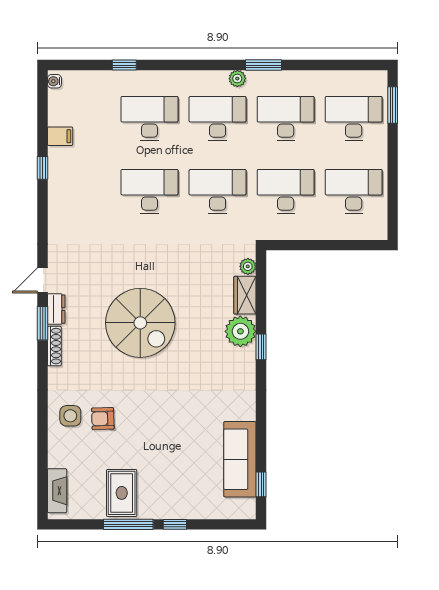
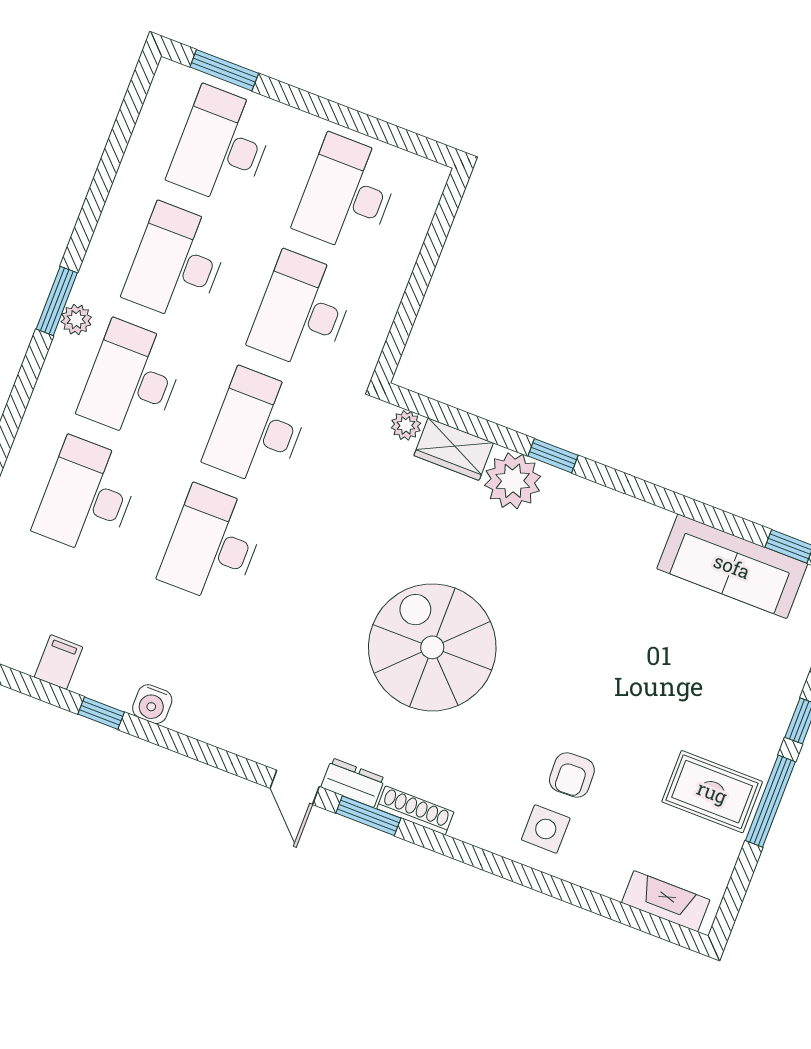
window: (264, 65) -> (57, 301), moved
water cooler: (57, 192) -> (152, 704), added
spiral stairs: (140, 323) -> (432, 647), turned -90

